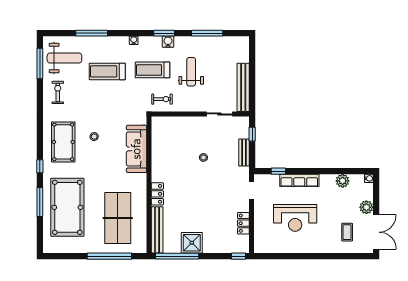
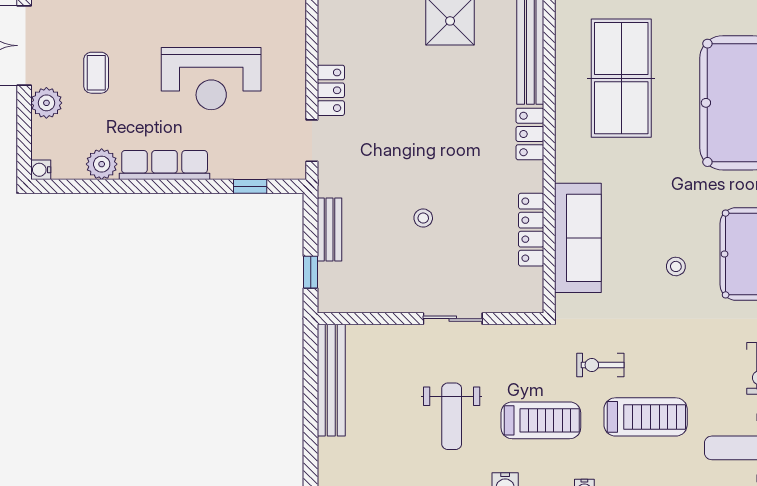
exercise bike: (162, 99) -> (600, 365), moved
sliding door: (219, 114) -> (453, 319), moved
locker: (157, 152) -> (531, 230), added
row of seats: (299, 180) -> (165, 165), moved
reception desk: (295, 218) -> (211, 79), turned 180
locker: (243, 223) -> (331, 90), moved
coffee table: (347, 232) -> (96, 73), moved

